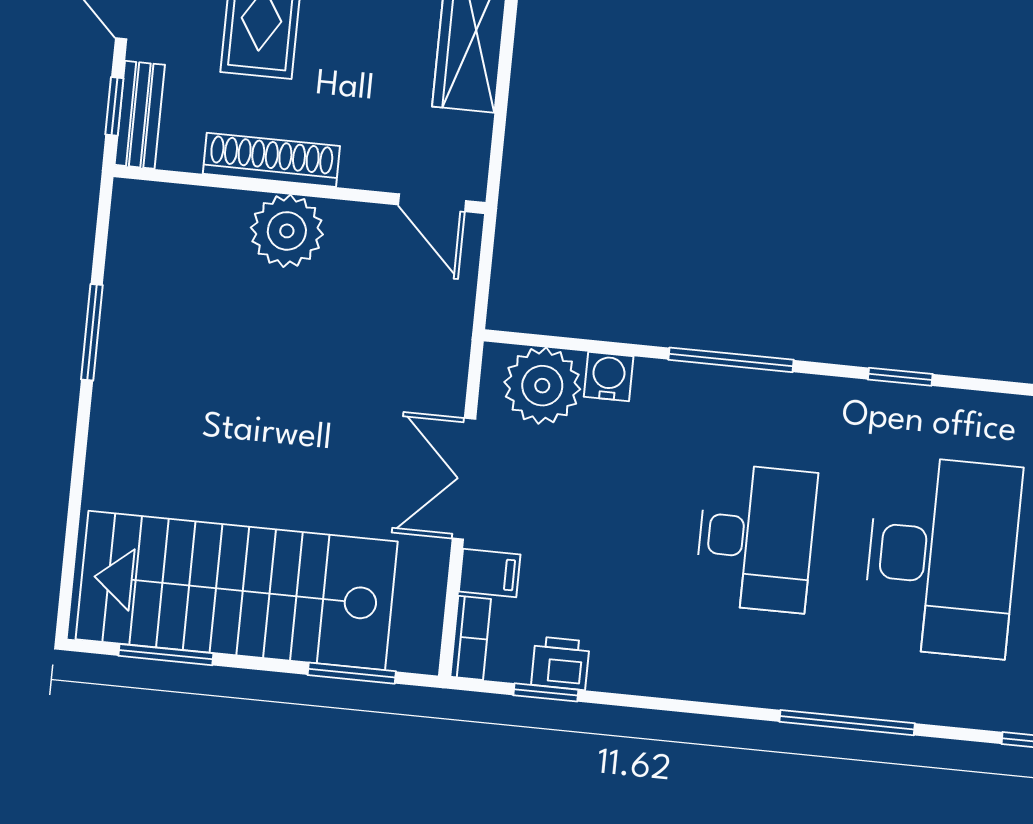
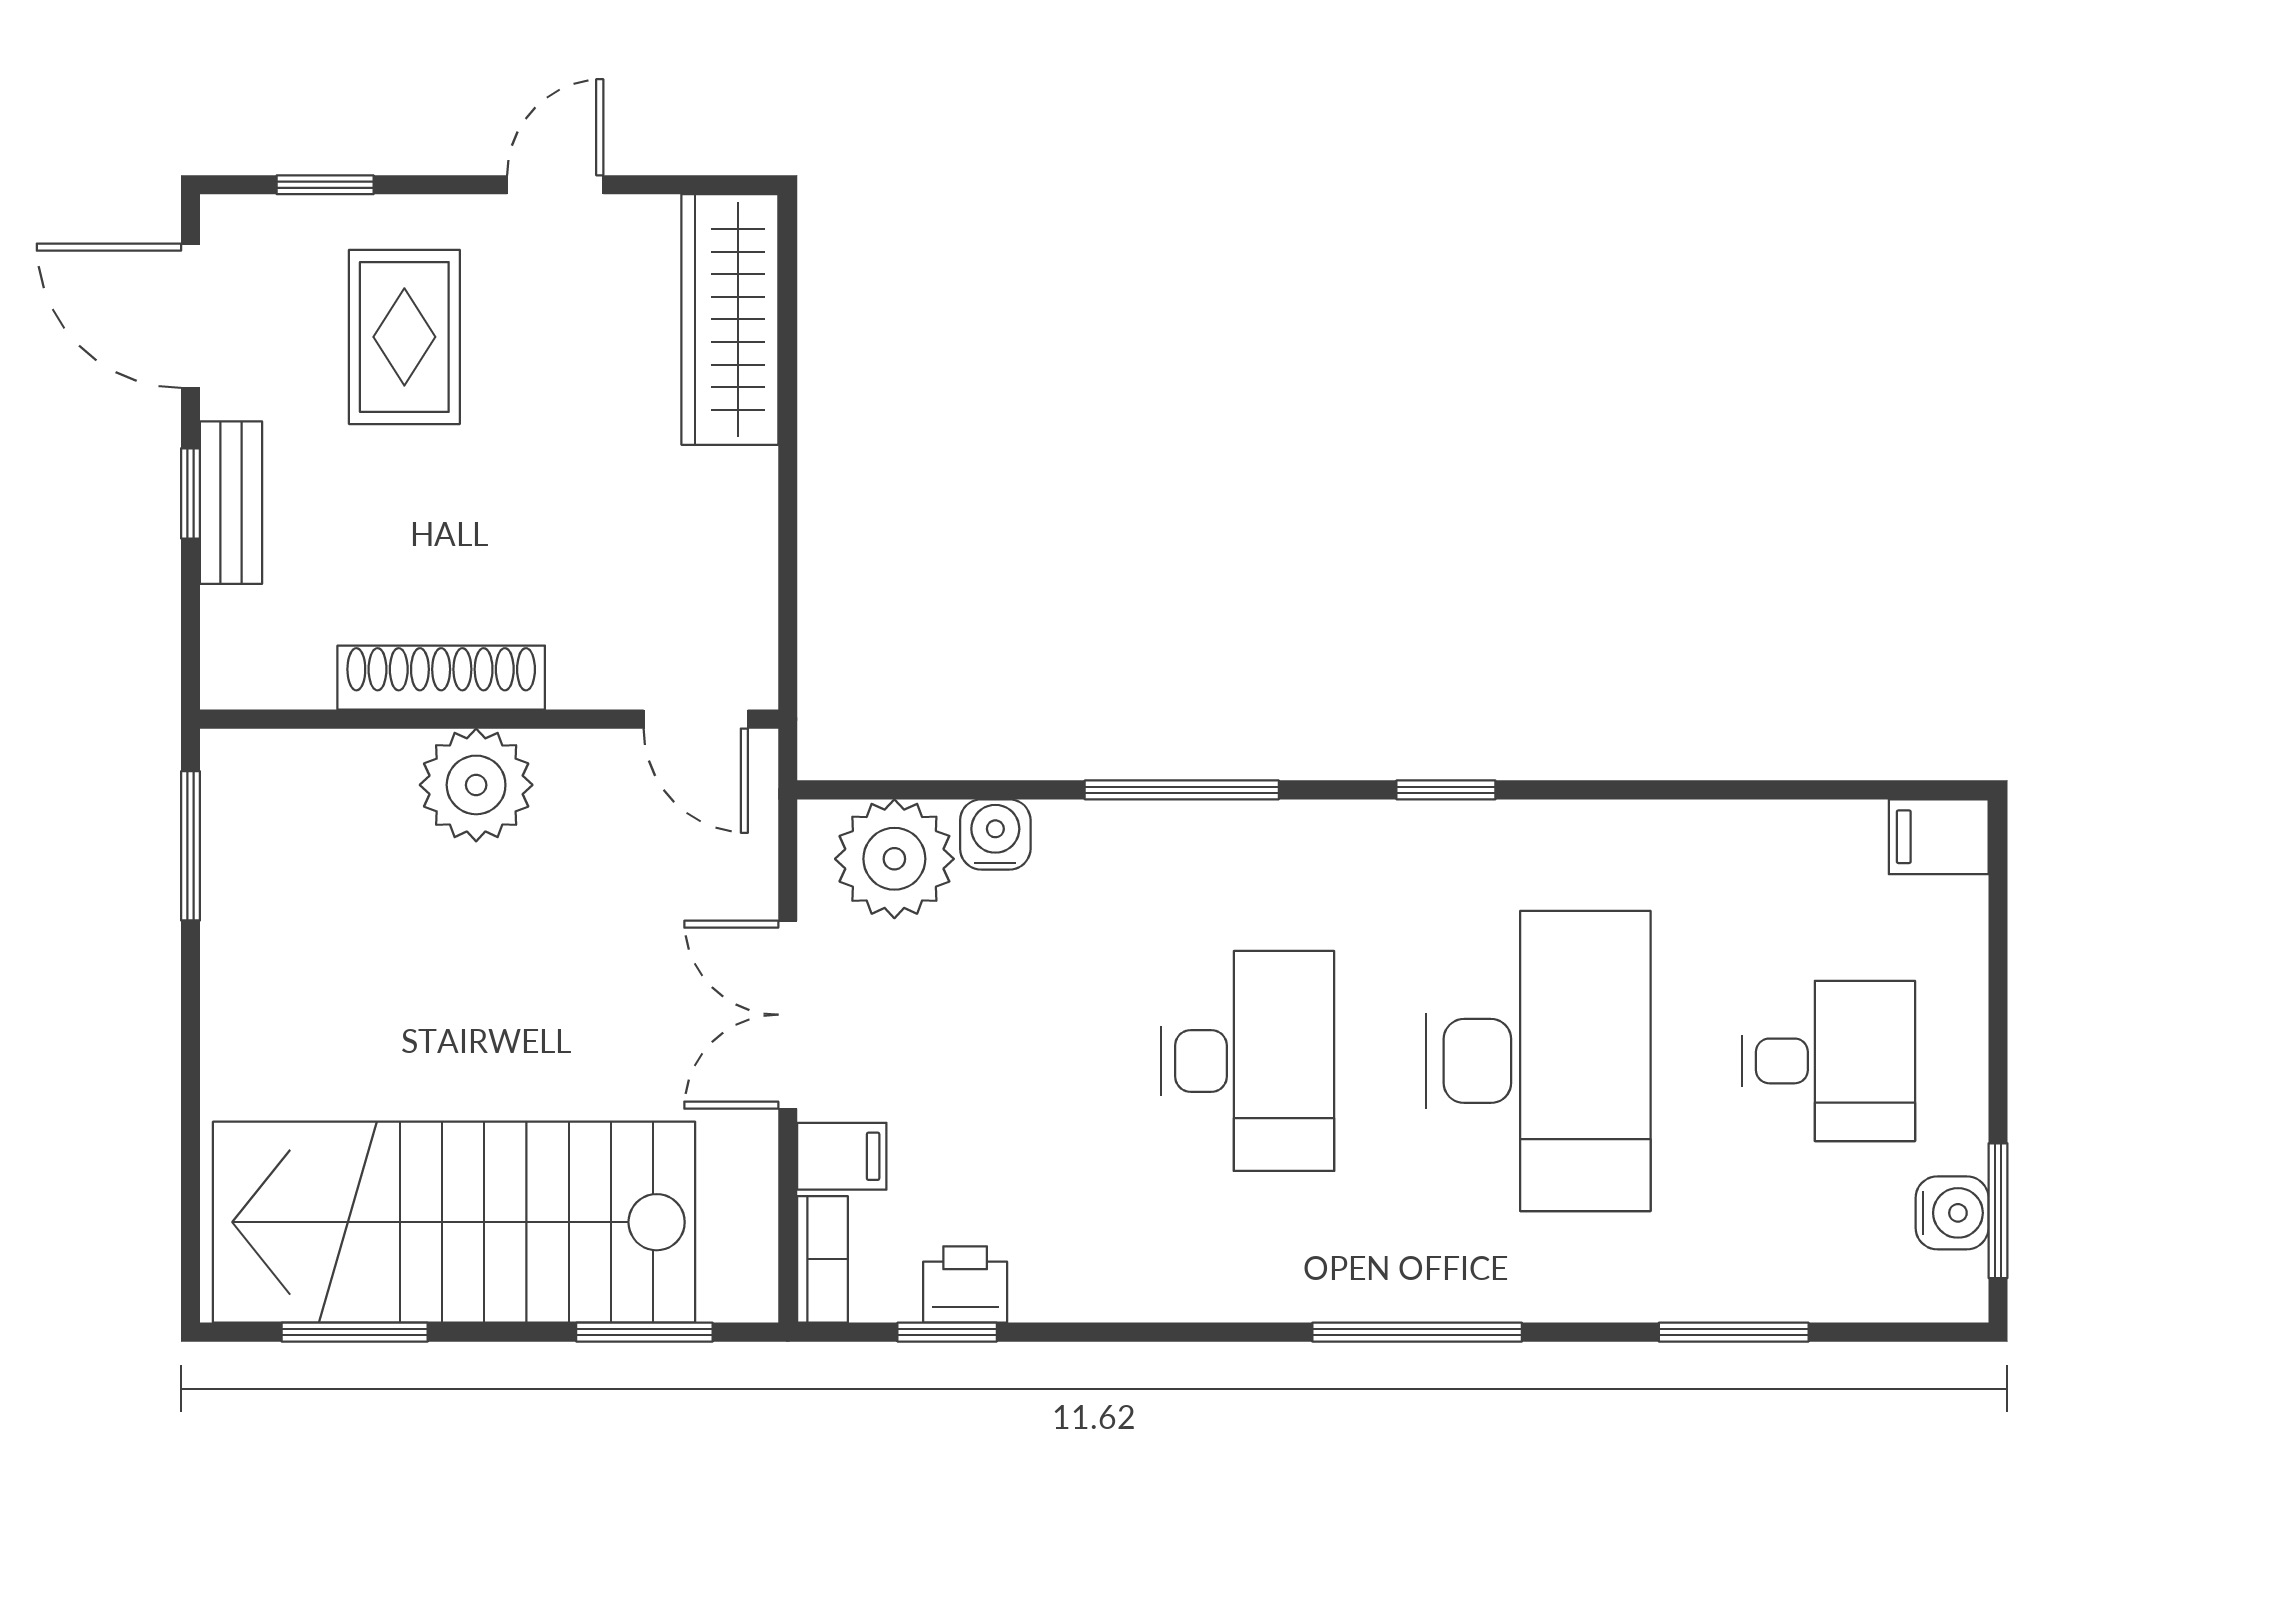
shoe rack: (271, 160) -> (441, 678), moved
wall: (299, 190) -> (489, 719), moved
door: (432, 203) -> (696, 719), moved
plant: (287, 231) -> (476, 785), moved

